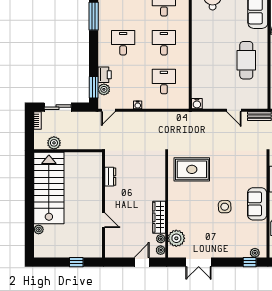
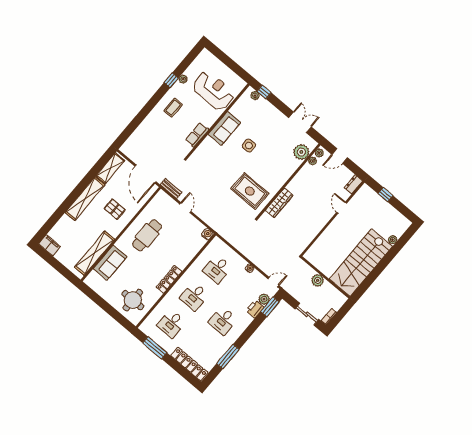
locker: (197, 39) -> (169, 279), added
plant: (54, 143) -> (318, 280), moved
dresser: (110, 177) -> (353, 184), moved
wardrobe: (159, 217) -> (279, 203), moved

